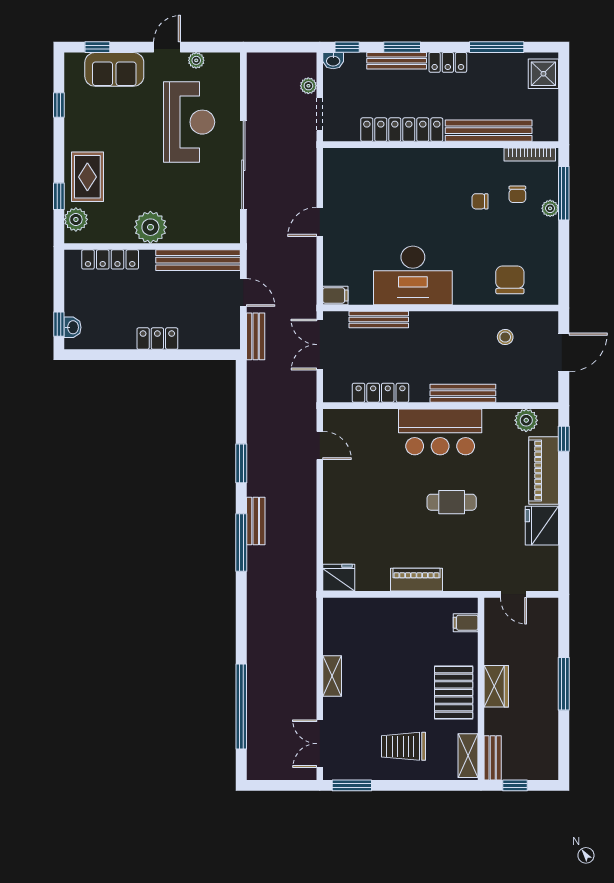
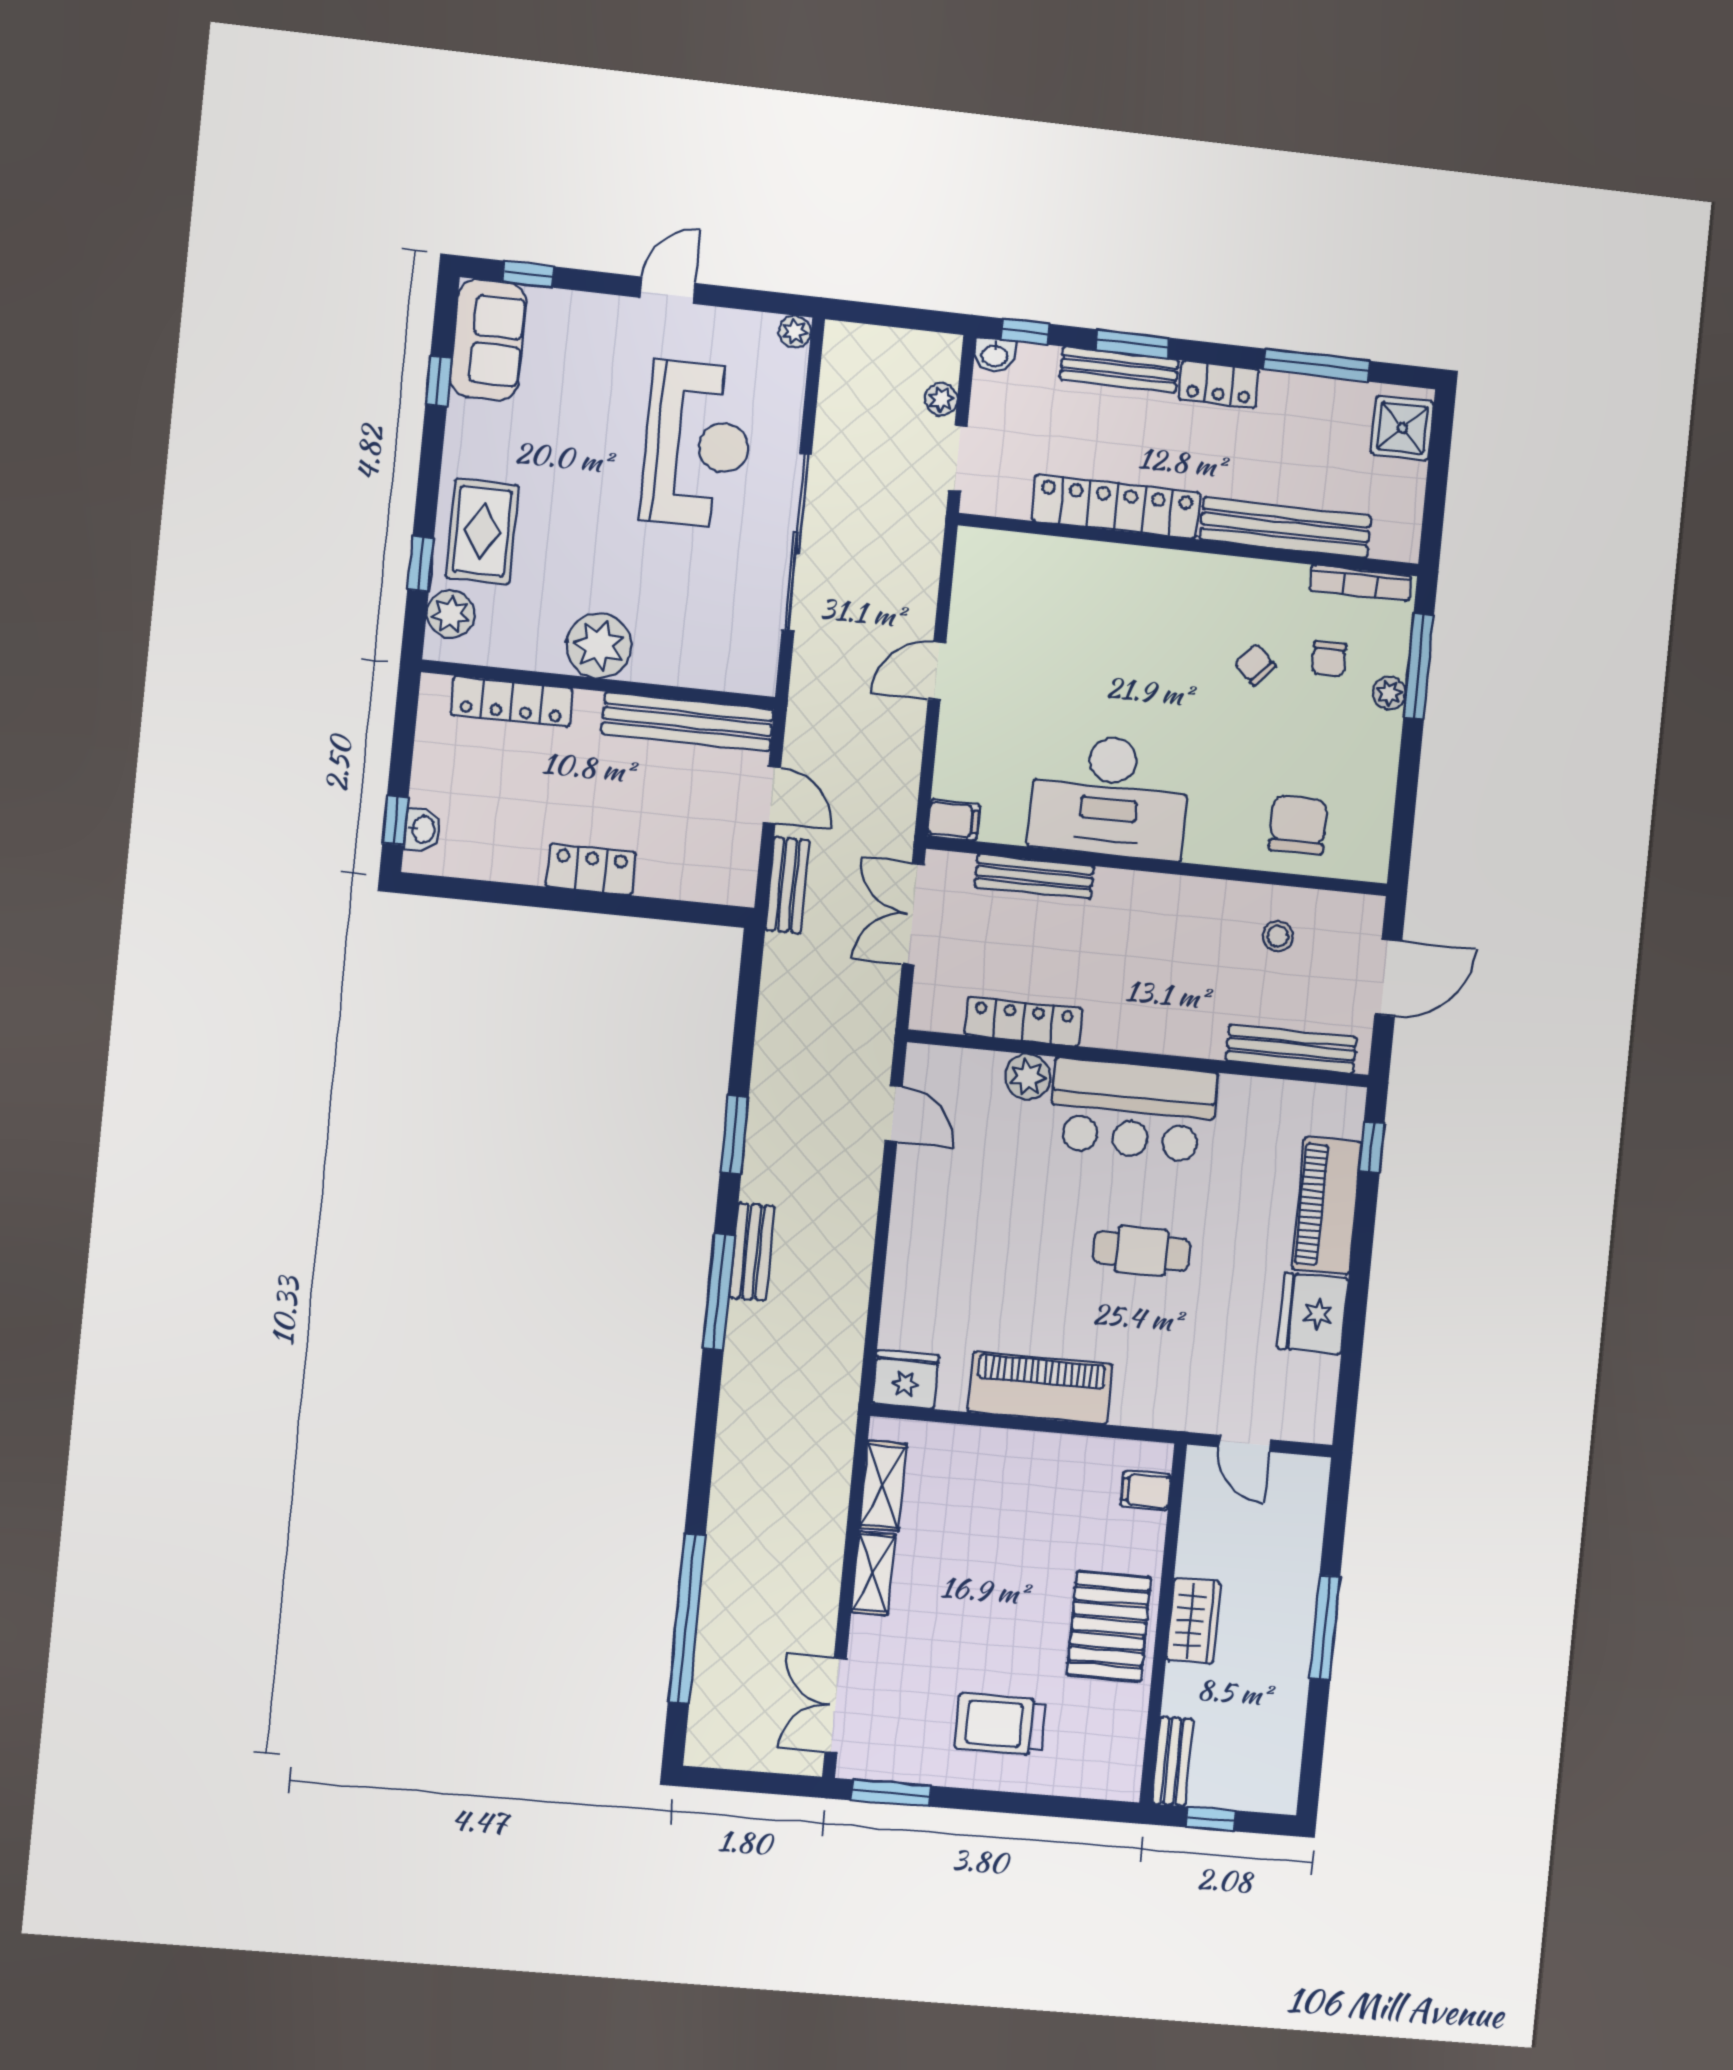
plant: (196, 60) -> (795, 332), moved
sofa: (114, 69) -> (488, 340), moved, turned -90
chair: (480, 201) -> (1255, 665), turned 43
bench: (463, 393) -> (1291, 1049), moved
plant: (526, 420) -> (1028, 1077), moved
piano: (416, 580) -> (1040, 1388), width x1.37, depth x1.33
shelving: (468, 756) -> (883, 1486), moved

